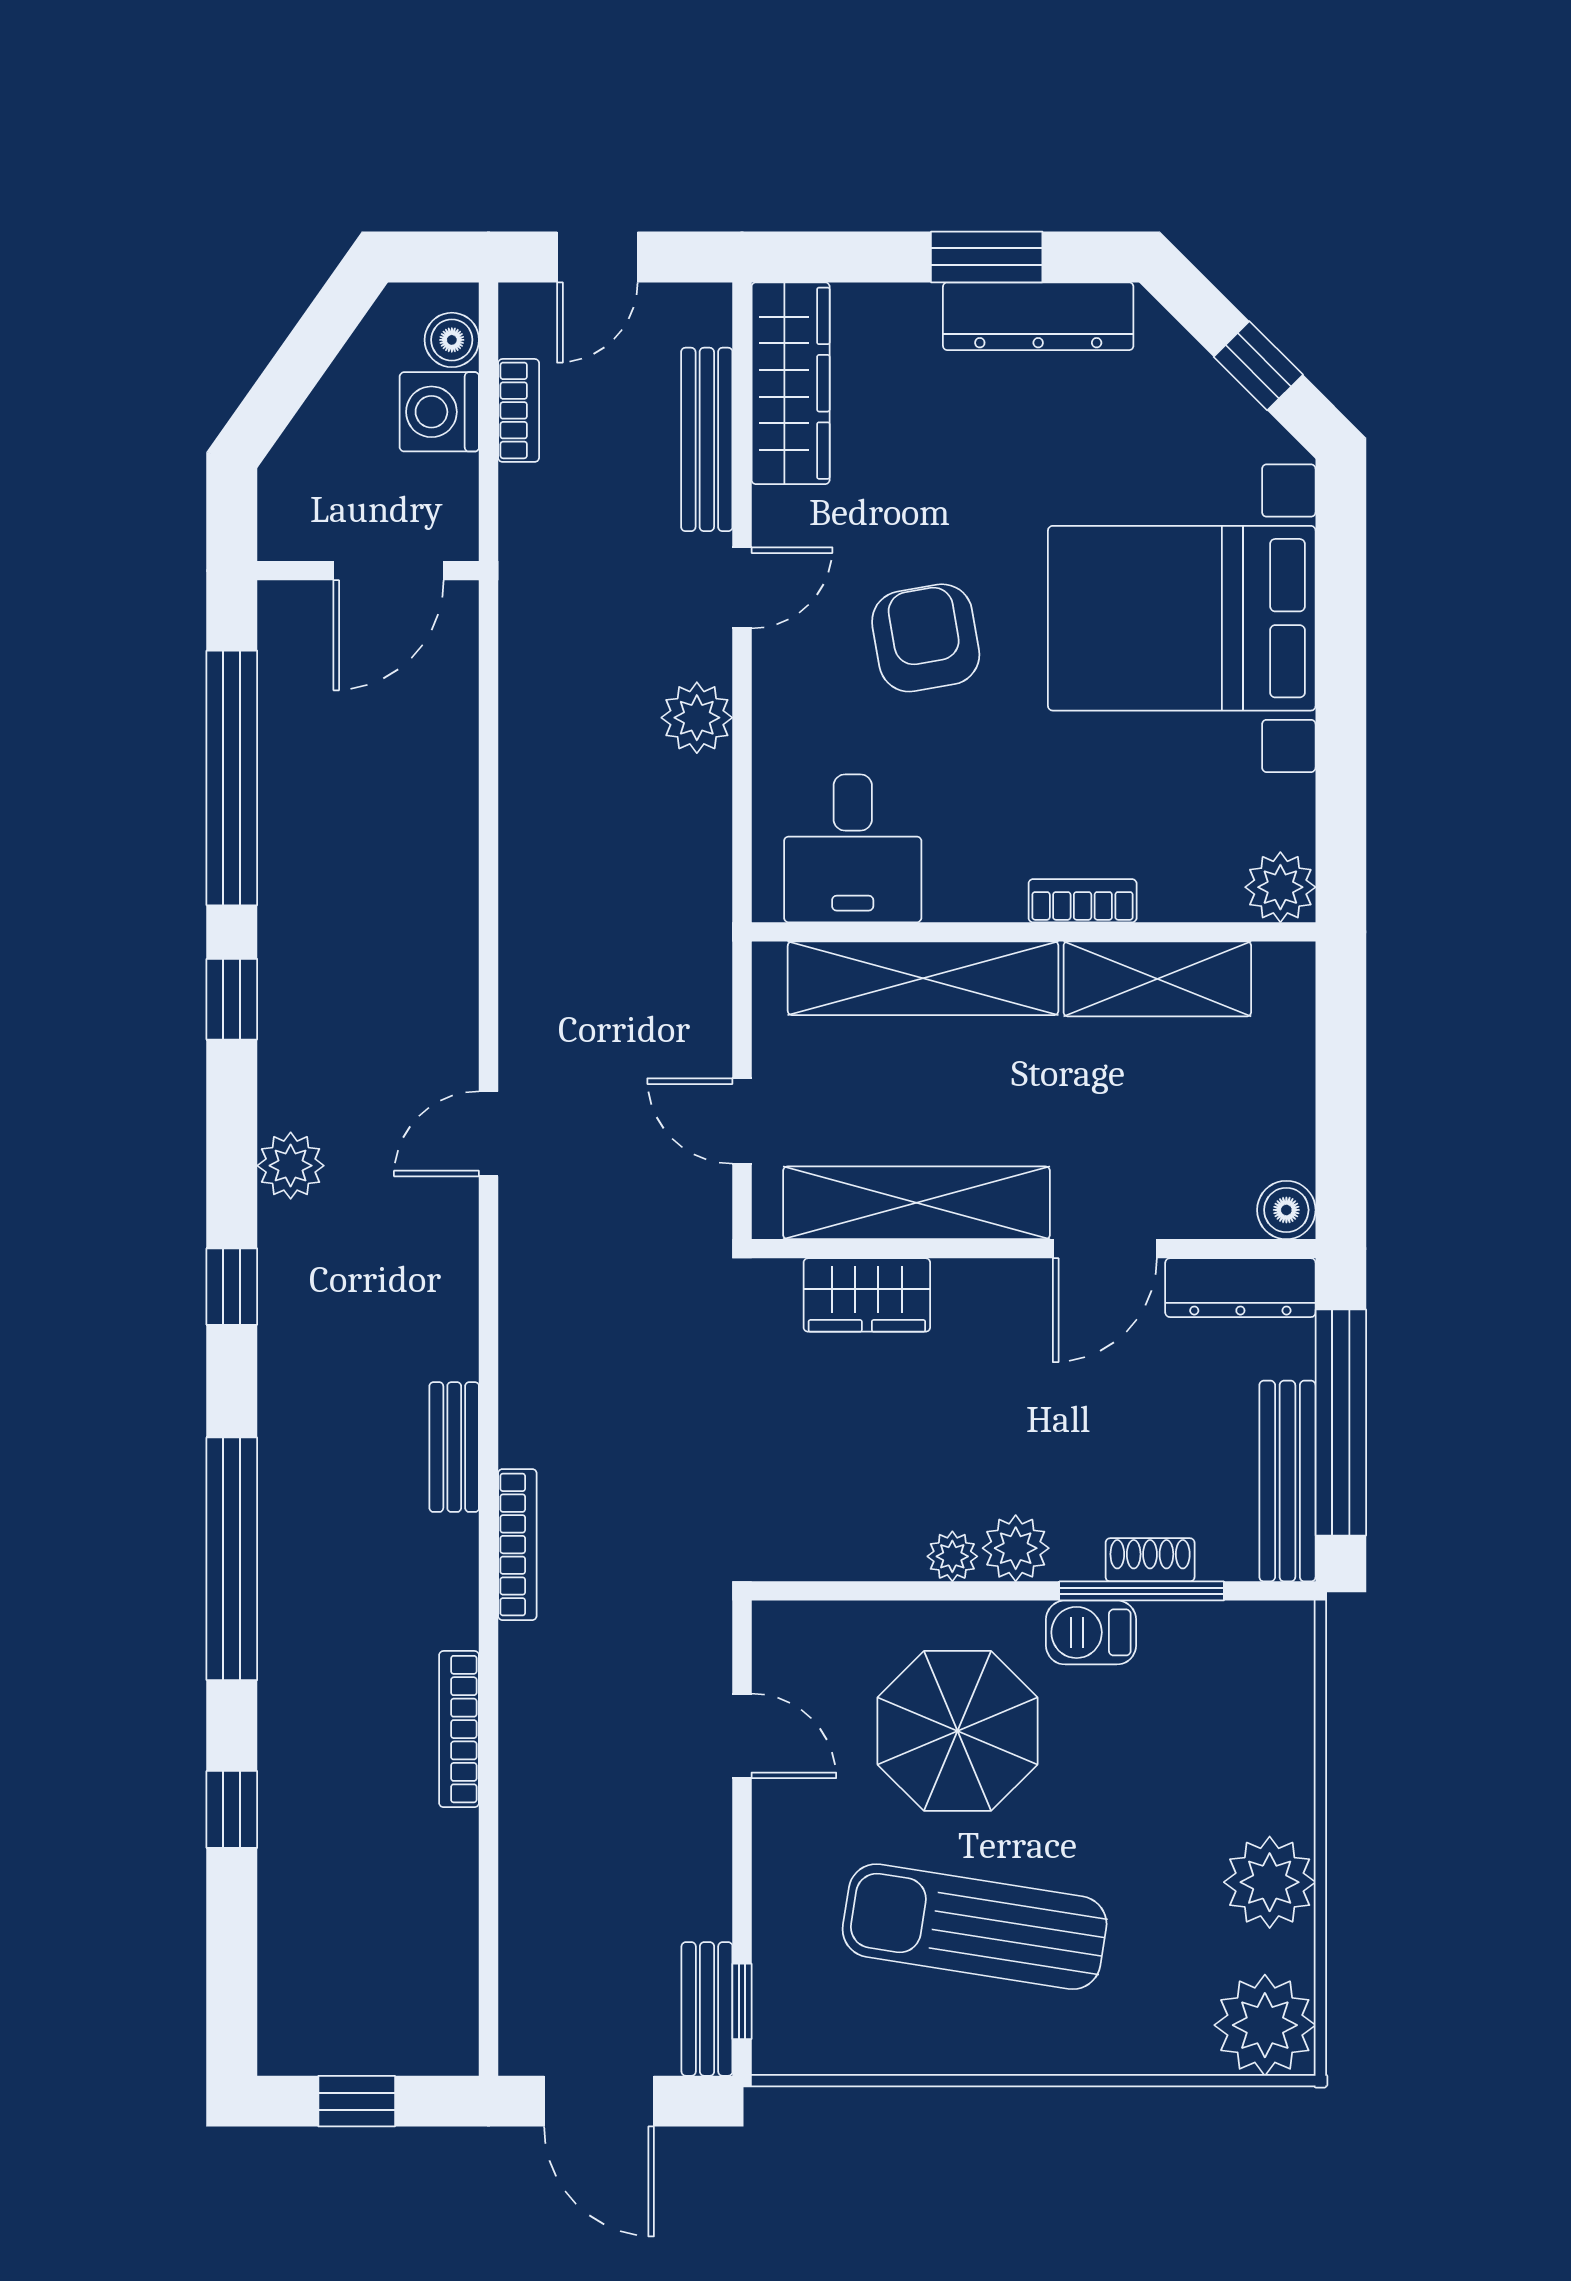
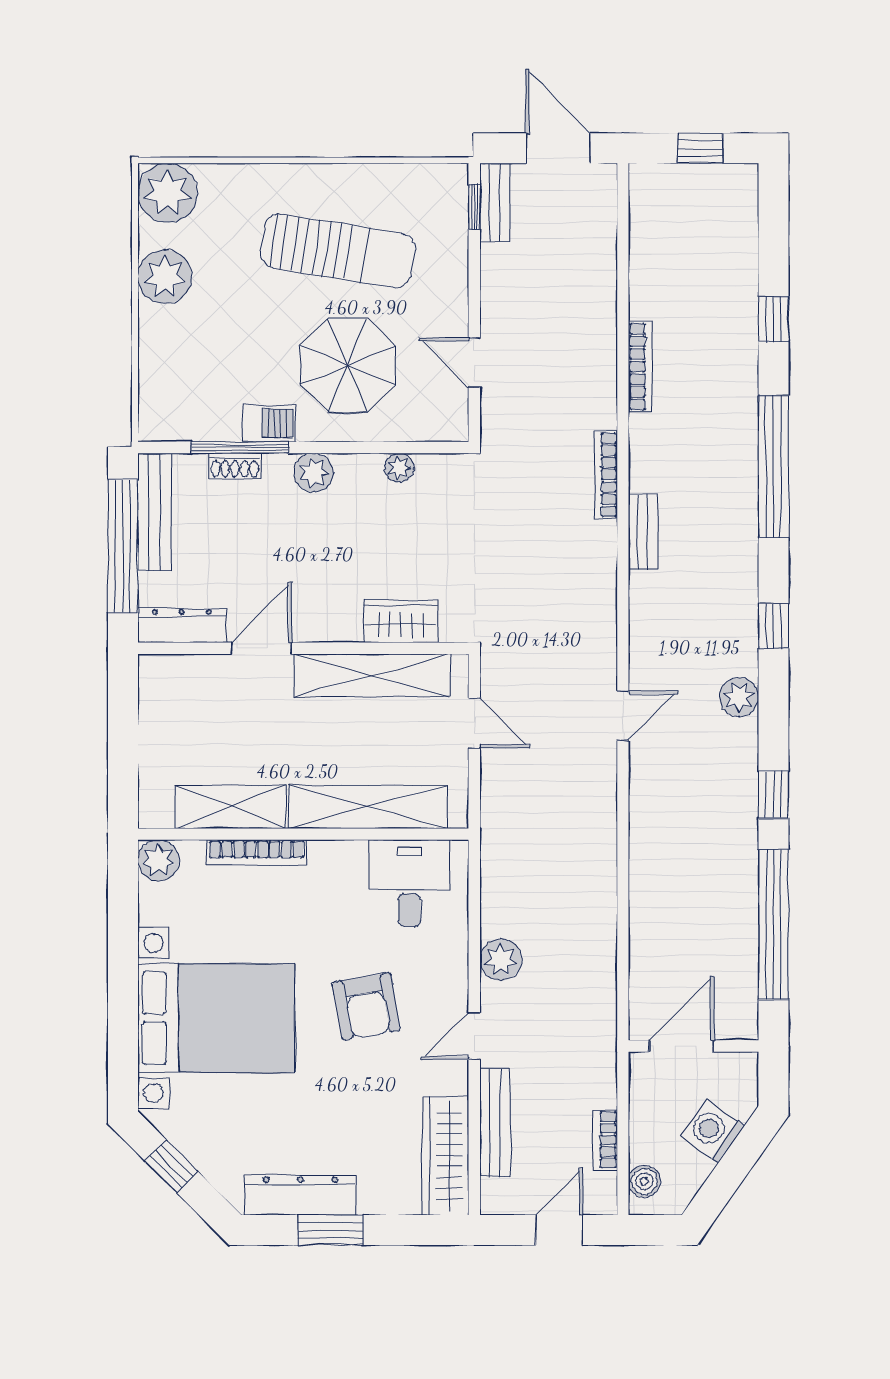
washing machine: (439, 412) -> (713, 1131), moved, turned -145
bookcase: (1083, 901) -> (257, 852), width x1.56
boiler: (1286, 1210) -> (155, 671), removed
plant: (952, 1556) -> (399, 468), moved

